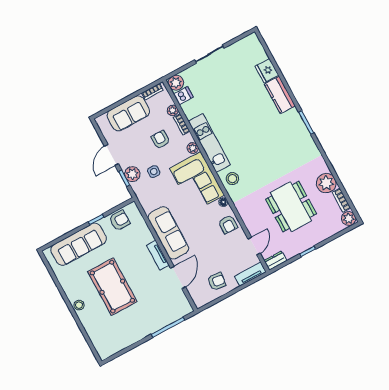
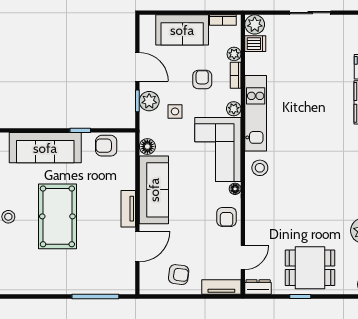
door: (111, 155) -> (137, 67), swing flipped
floor lamp: (148, 206) -> (147, 147), added
dining table: (291, 207) -> (310, 268), moved, width x0.73
armchair: (119, 220) -> (106, 146), turned 180

